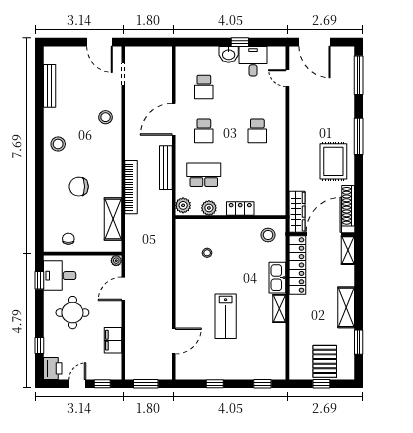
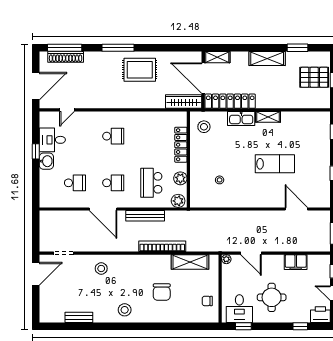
bench: (50, 86) -> (79, 317), width x0.73
shoe rack: (348, 206) -> (66, 57), moved
locker: (240, 209) -> (181, 145), width x1.53

